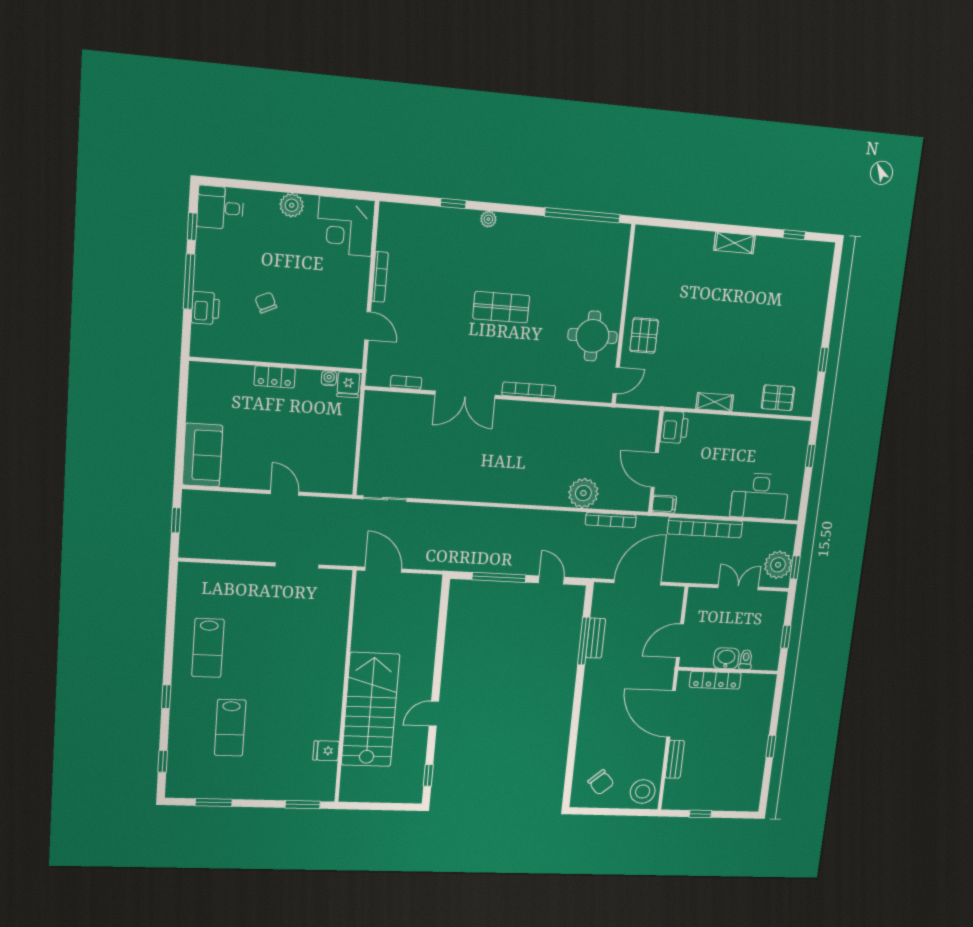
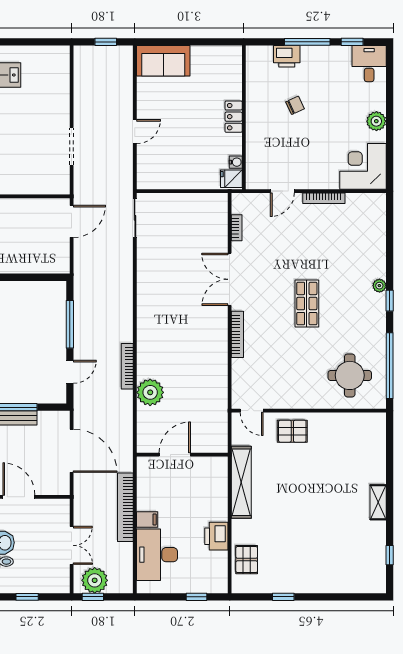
window: (453, 204) -> (390, 301), moved
round table: (592, 336) -> (350, 375), moved
shelving: (715, 402) -> (241, 482), width x2.20, depth x1.33
printer: (674, 427) -> (216, 536), moved, turned 90
filing cabinet: (664, 504) -> (147, 519), moved, turned -90
bookcase: (611, 520) -> (127, 366), moved

